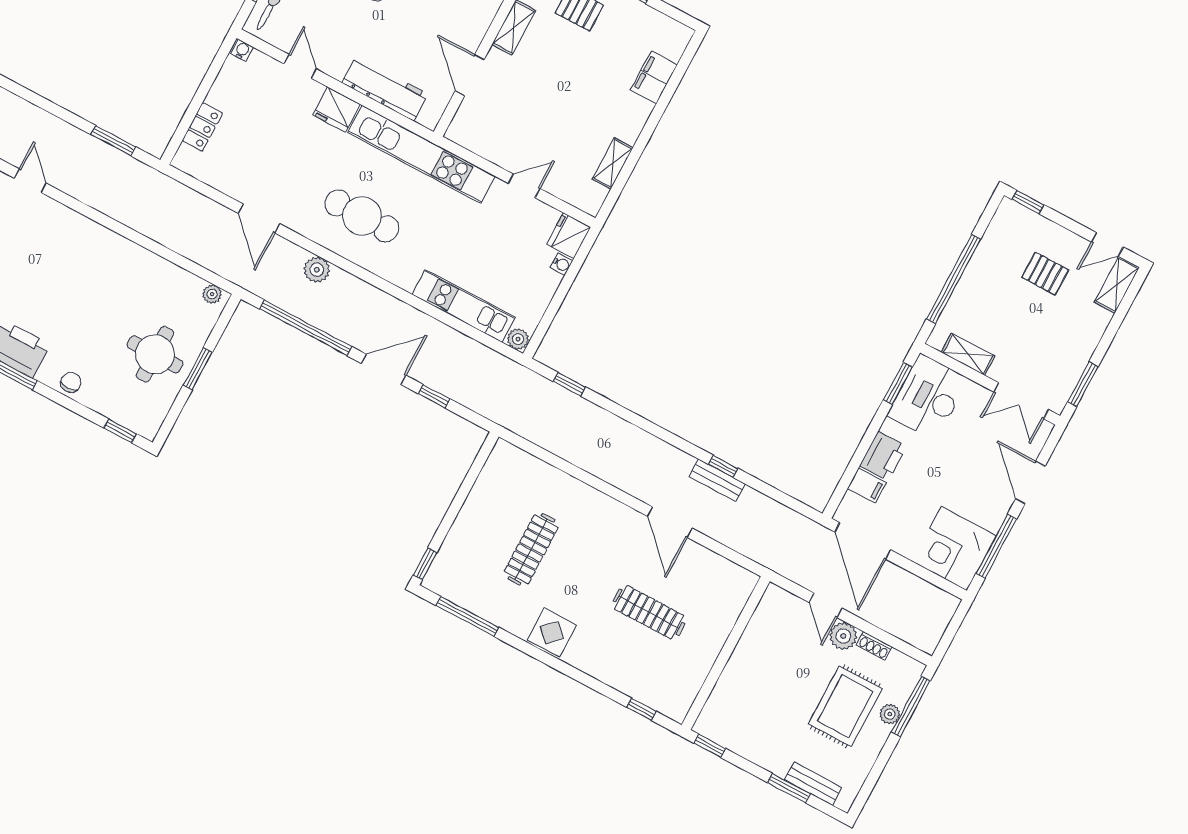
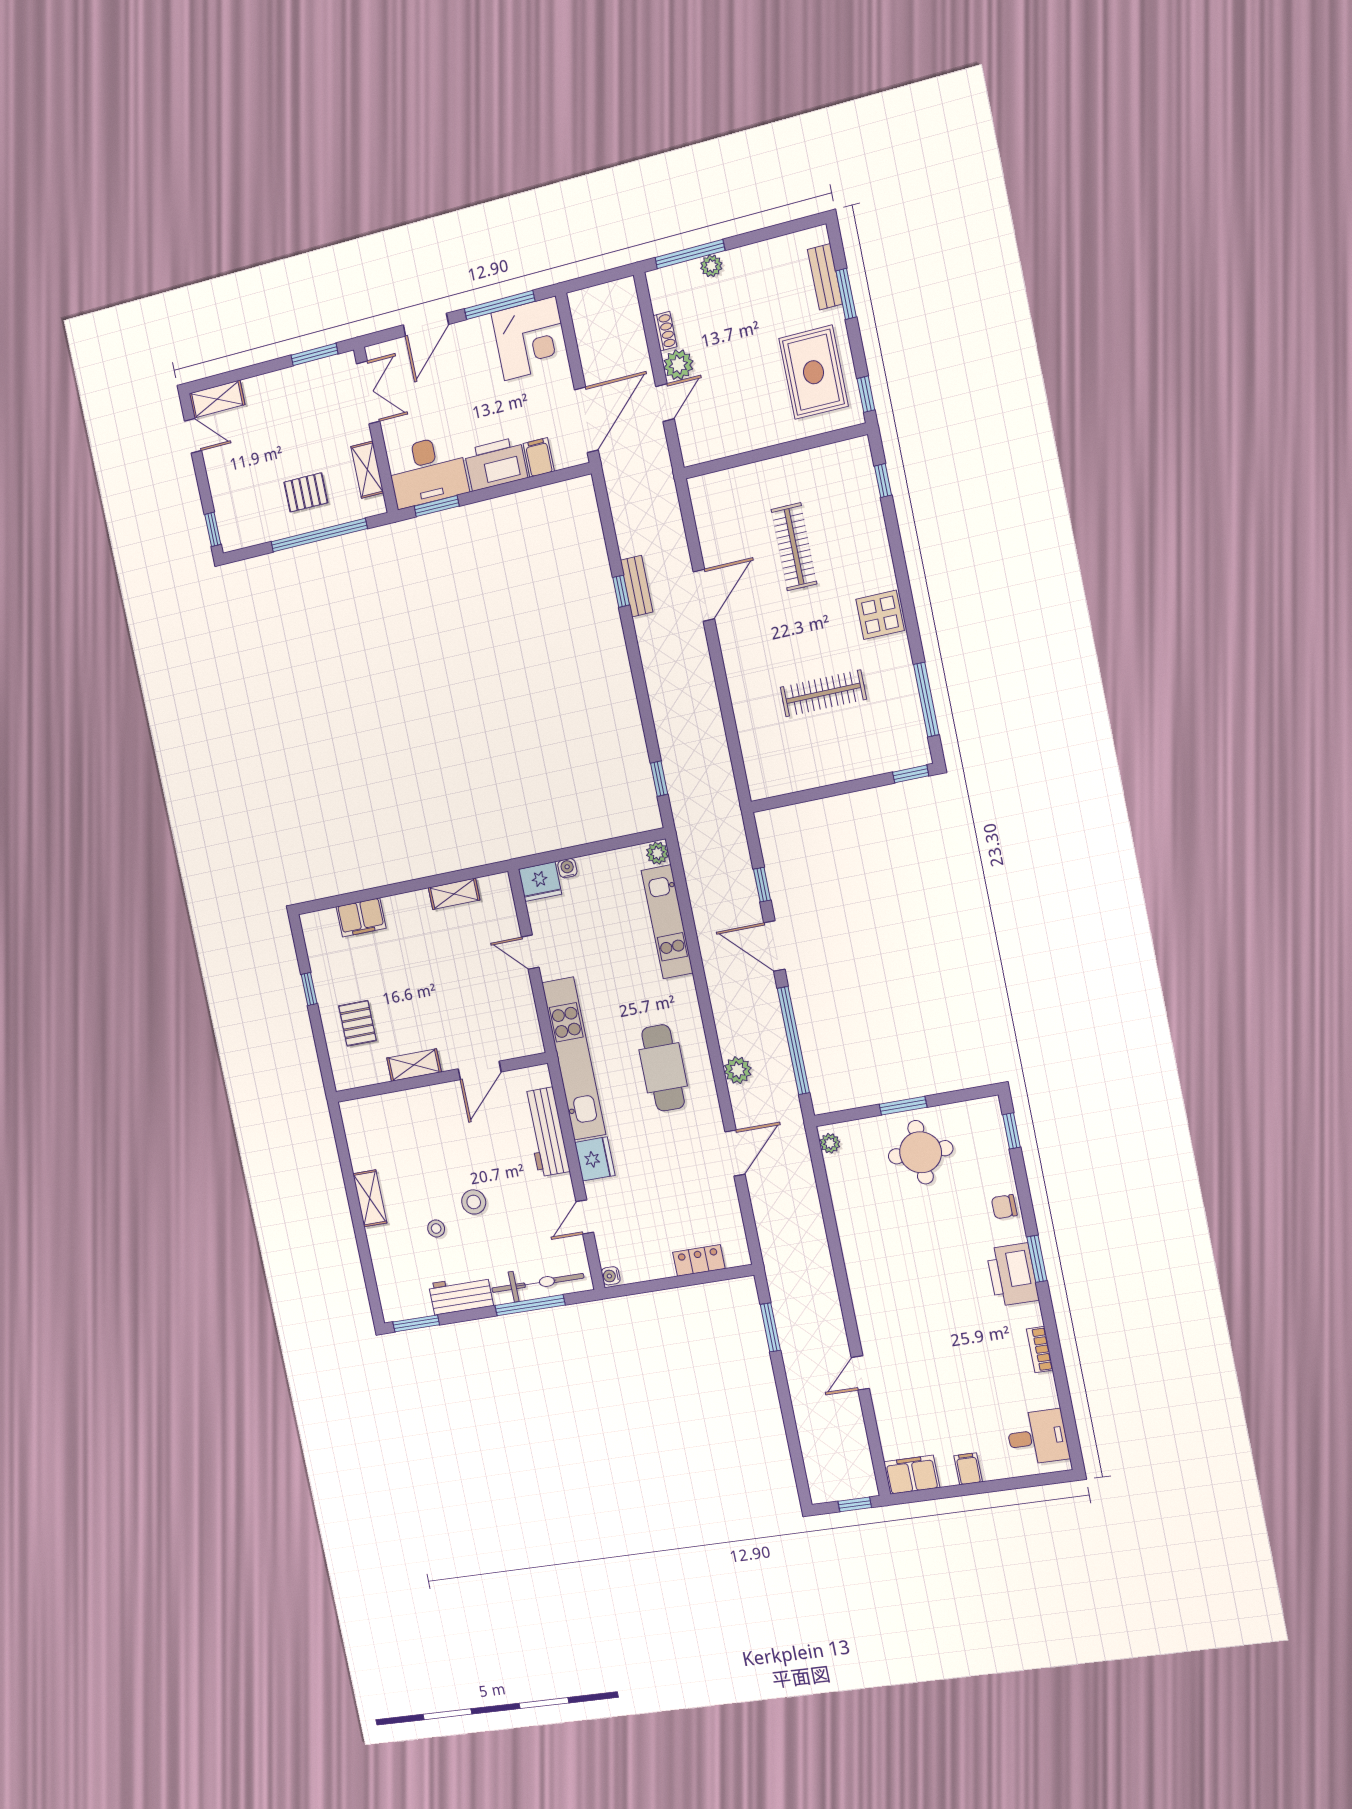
pallet: (1045, 274) -> (306, 492), moved, turned 90
printer: (883, 456) -> (496, 464), width x1.37, depth x1.19
rug: (845, 706) -> (814, 372), moved, turned 90

